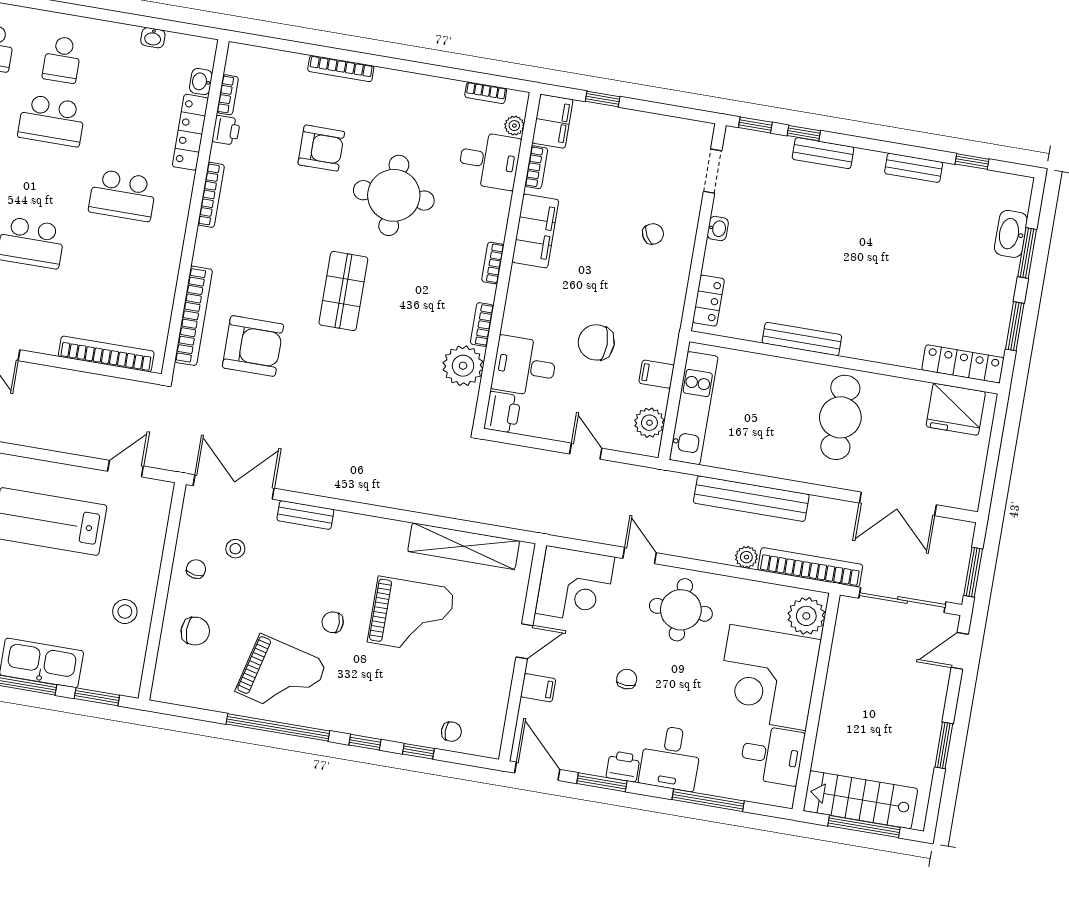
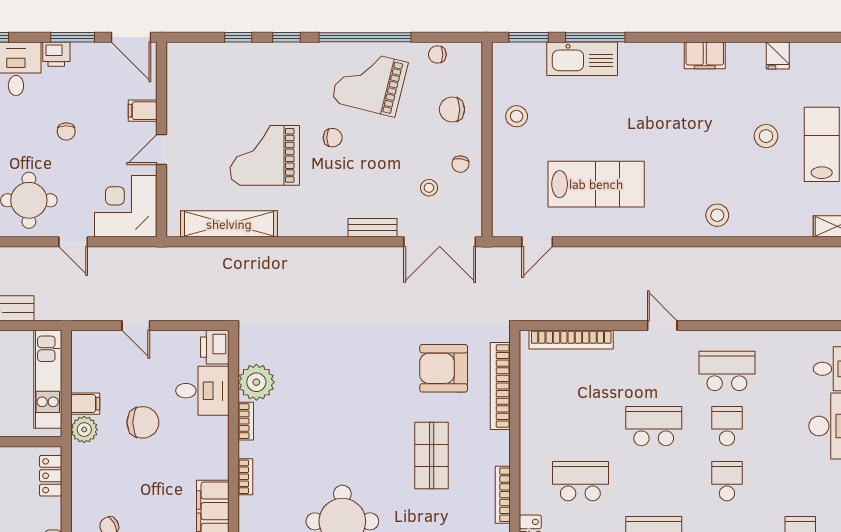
shop shelf: (343, 291) -> (432, 456), moved
plant: (649, 423) -> (84, 430), moved
chair: (451, 732) -> (437, 55), moved

